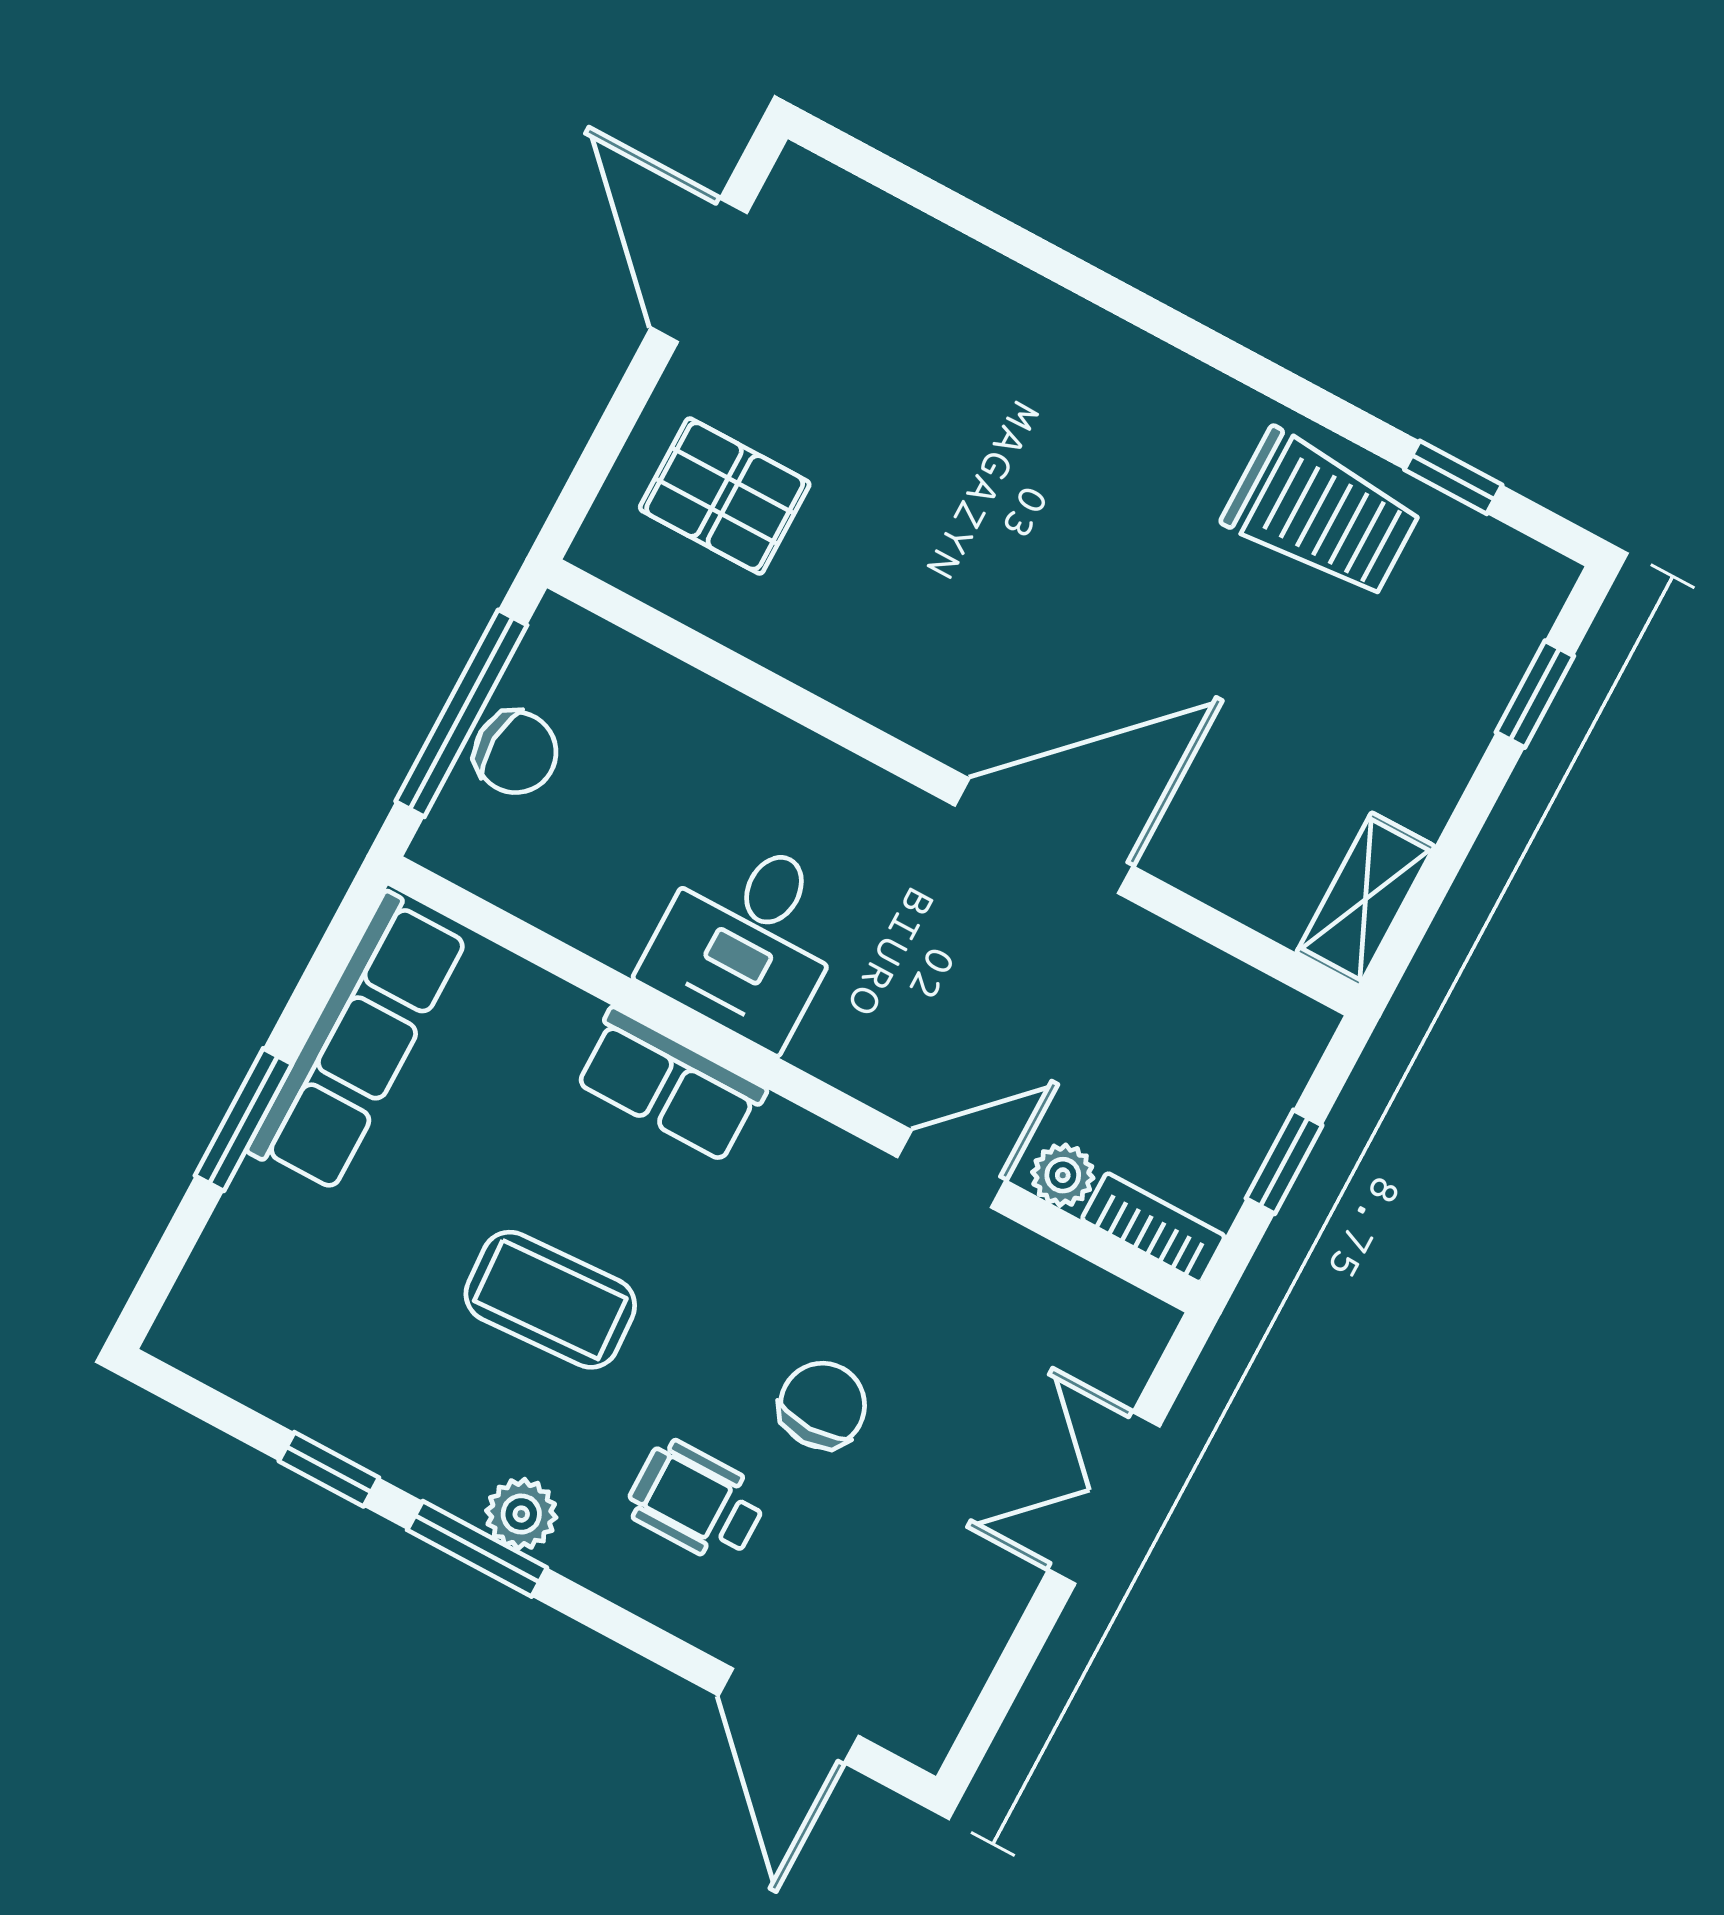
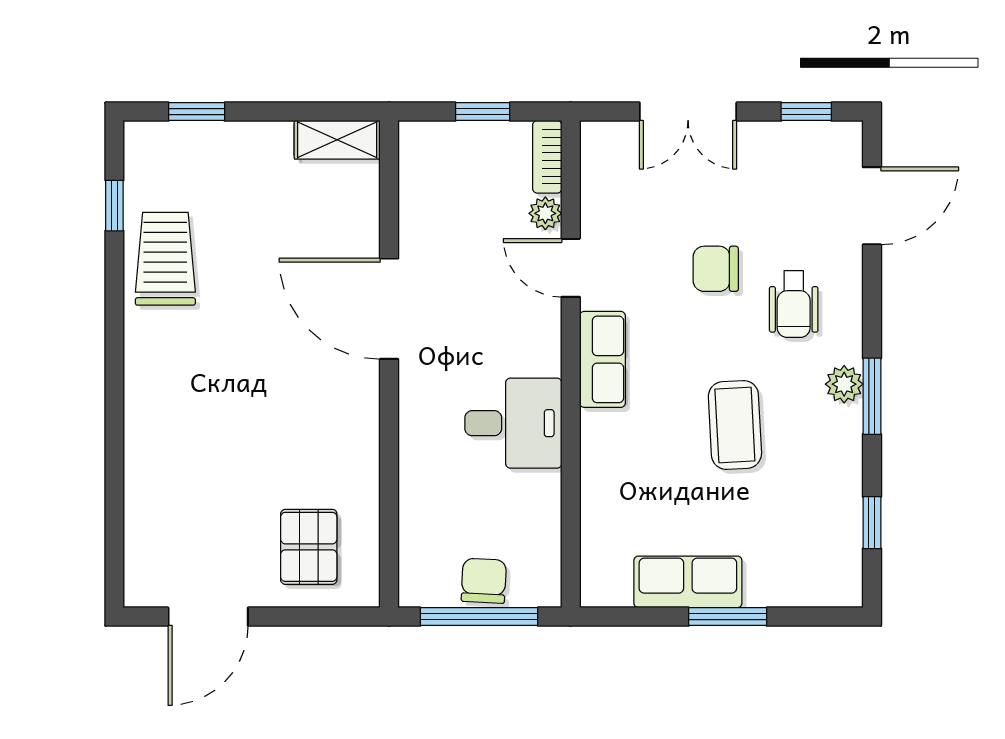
row of seats: (358, 1043) -> (688, 582), width x0.68
row of seats: (670, 1085) -> (602, 359), moved
window: (329, 1469) -> (872, 523), moved
window: (1000, 1691) -> (806, 112), added

